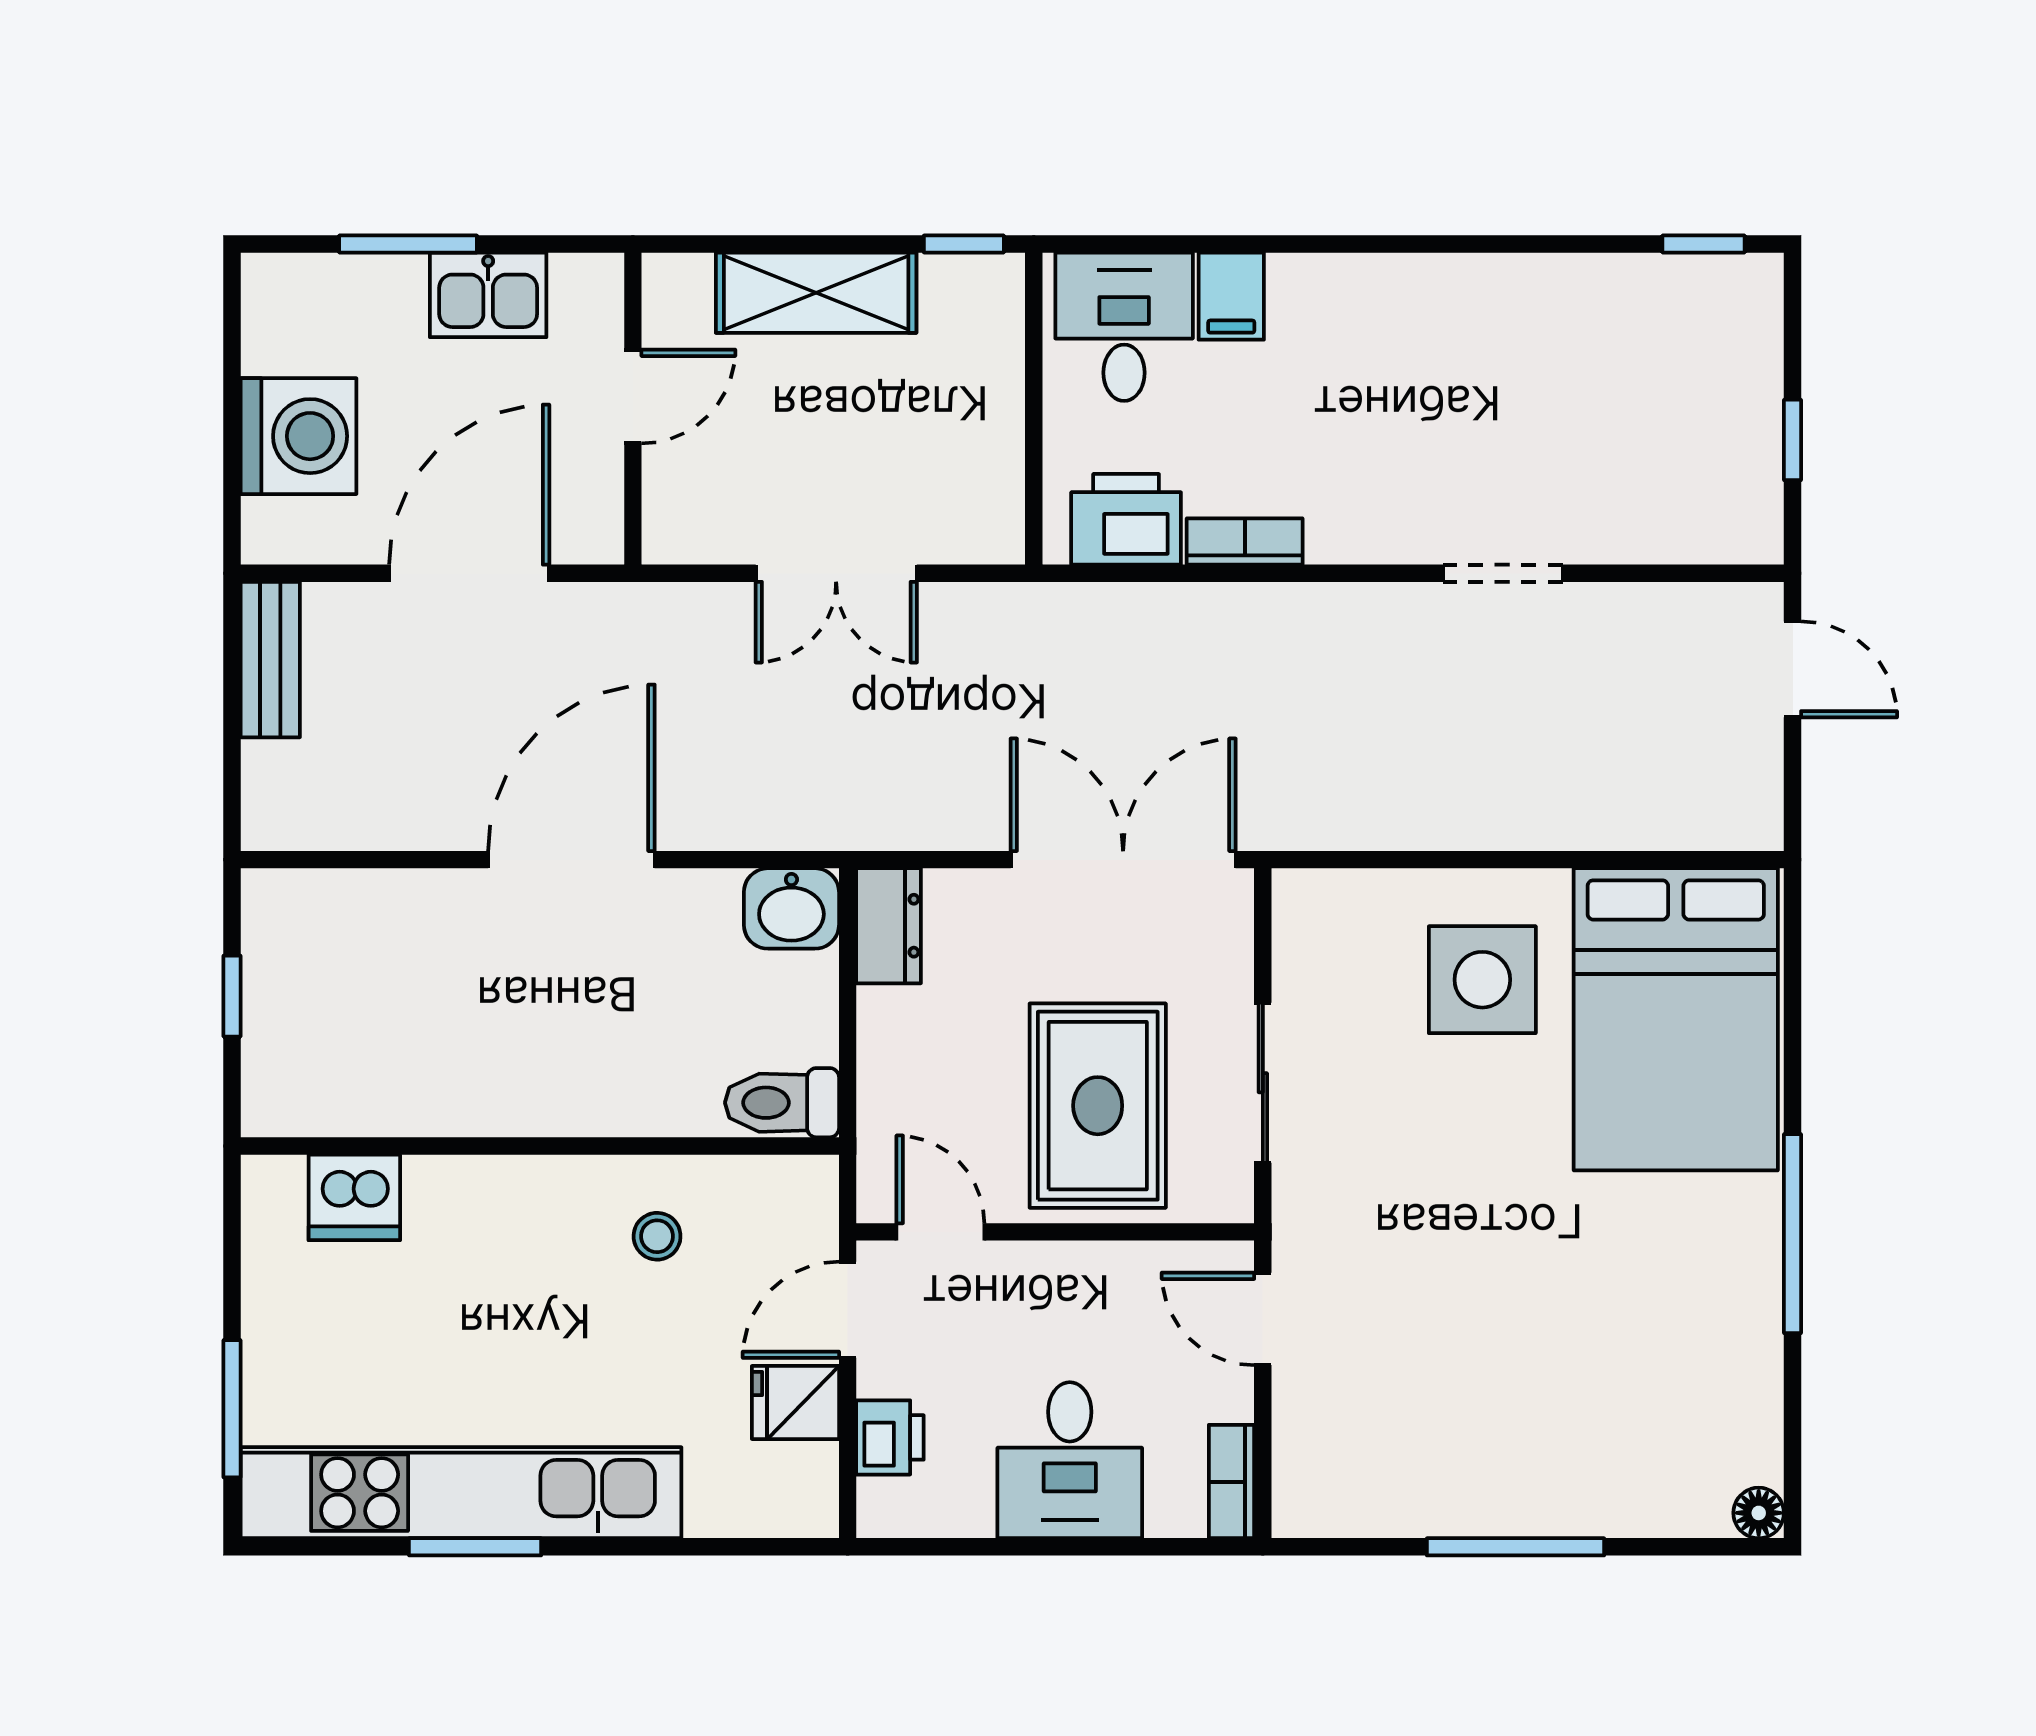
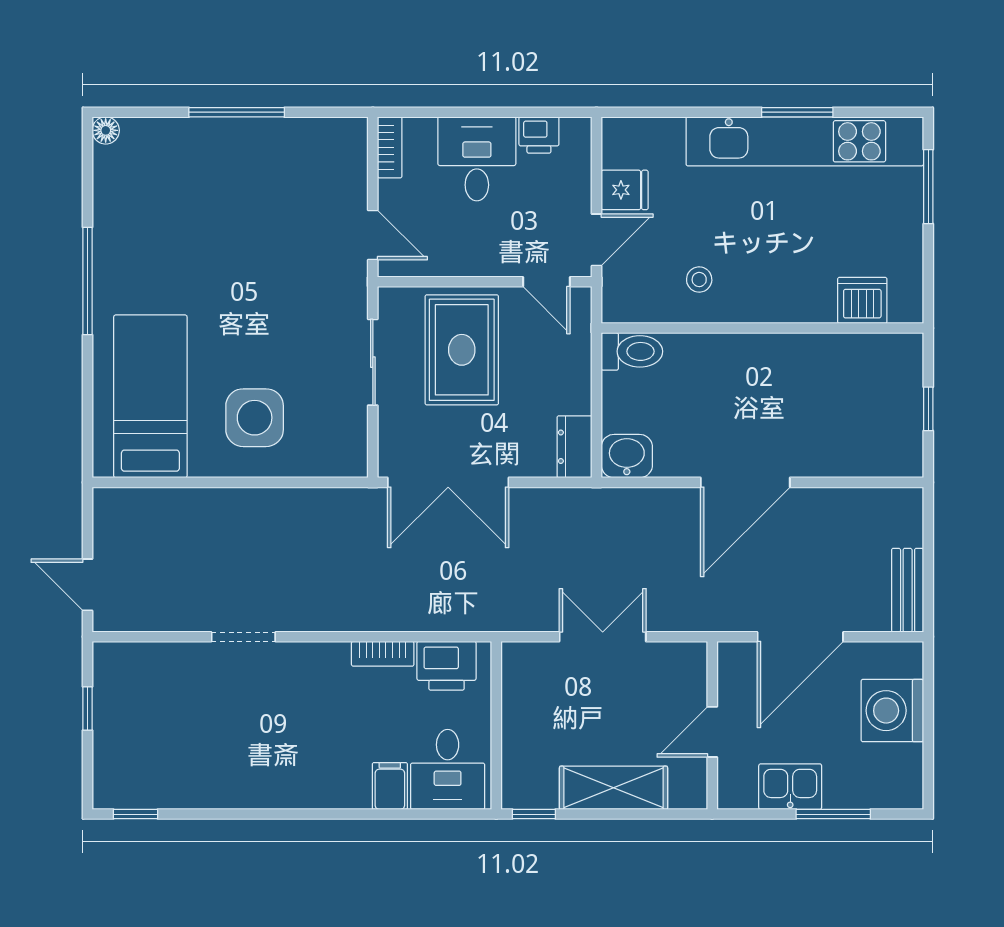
bed: (1676, 1019) -> (150, 396), width x0.67
printer: (890, 1437) -> (539, 135), moved, turned -90

